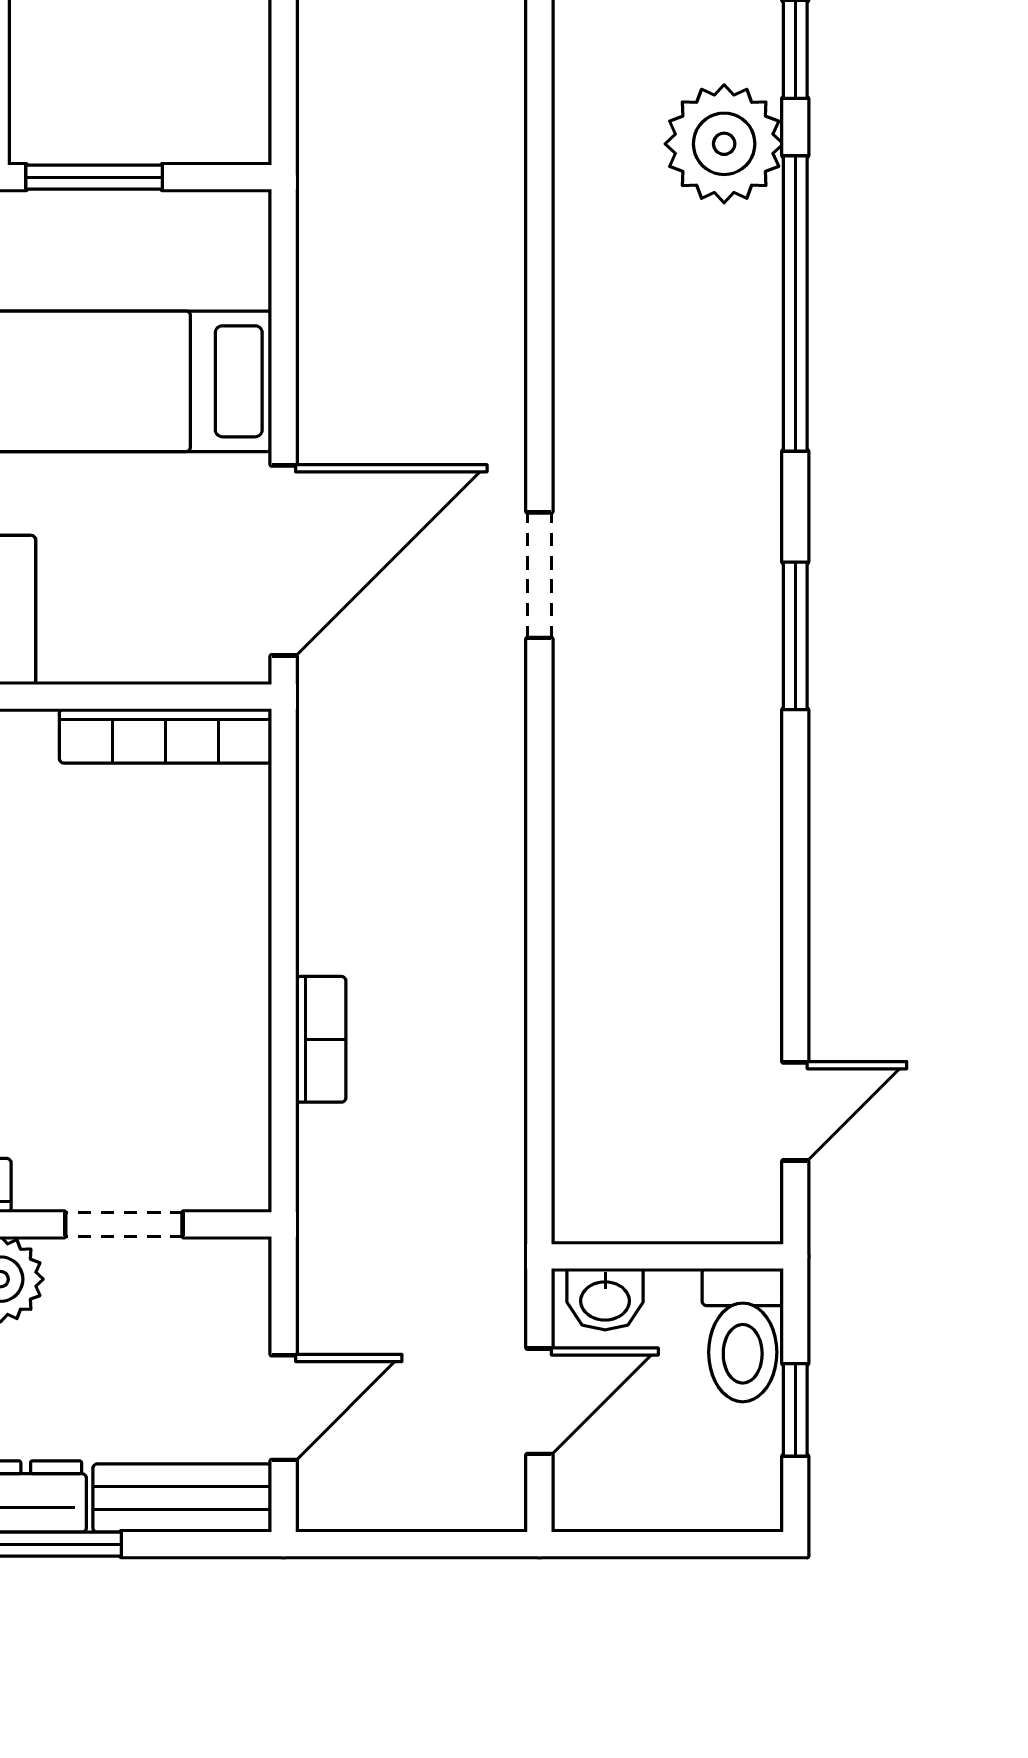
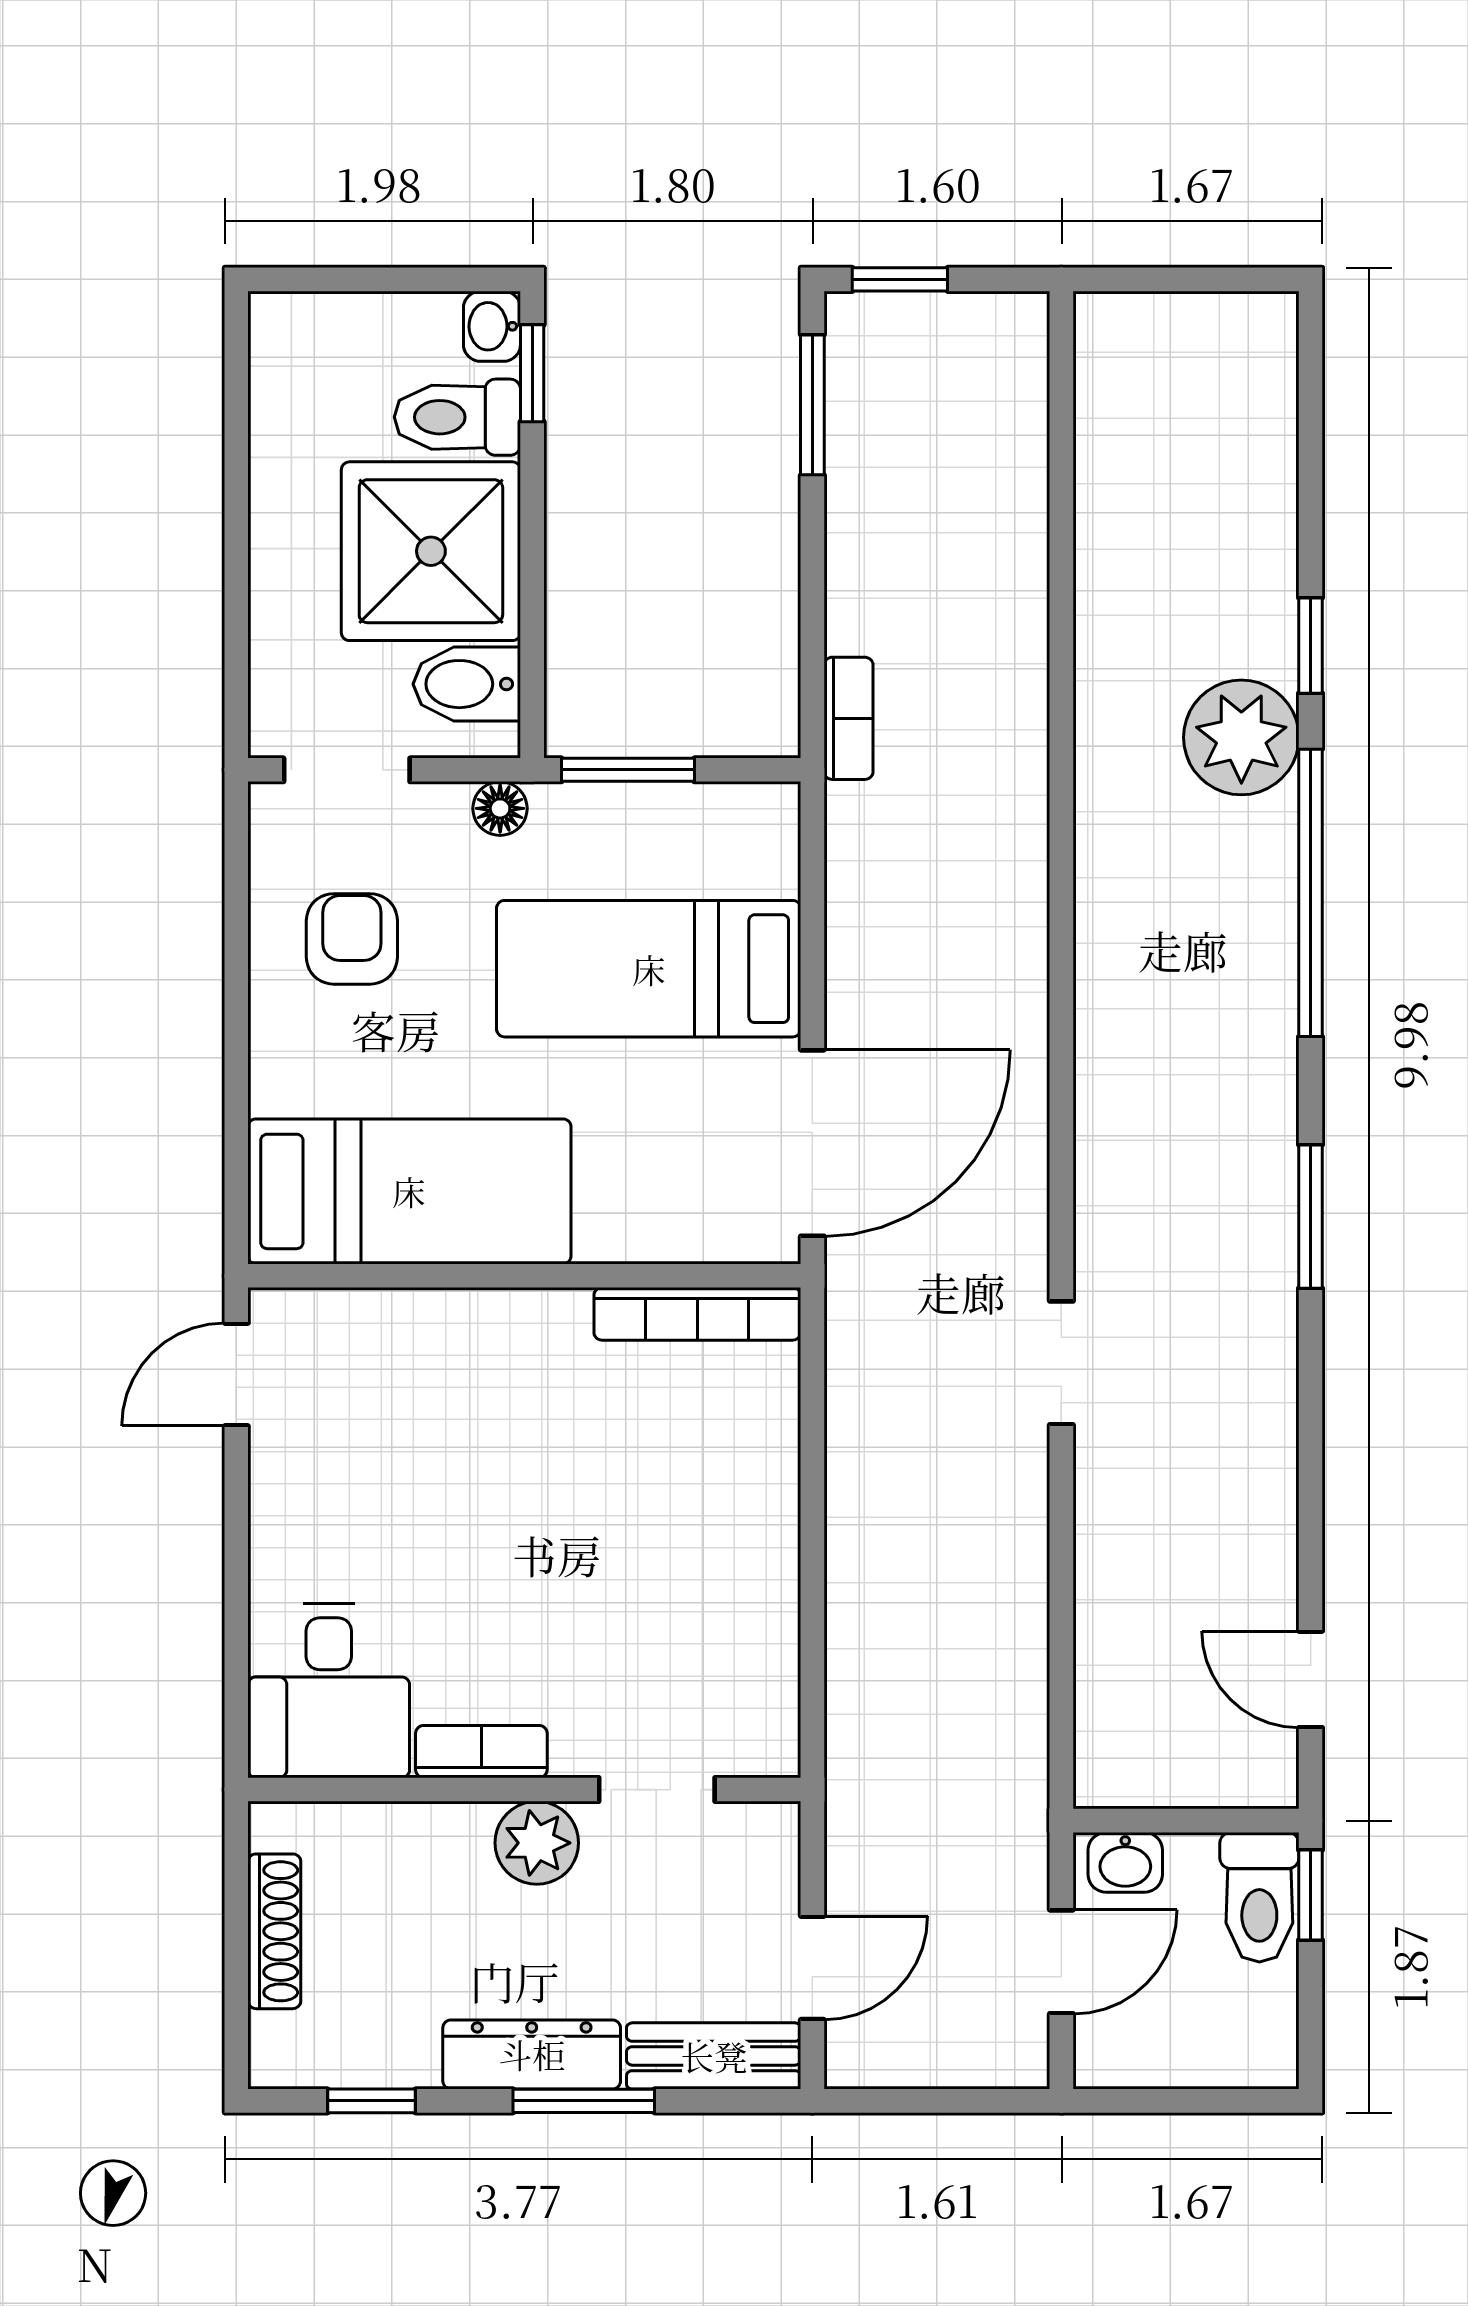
doorway: (539, 575) -> (1061, 1363), moved
bookcase: (321, 1039) -> (848, 718), moved
door: (795, 1111) -> (1311, 1679), swing flipped
window: (795, 1410) -> (1311, 1895), moved

